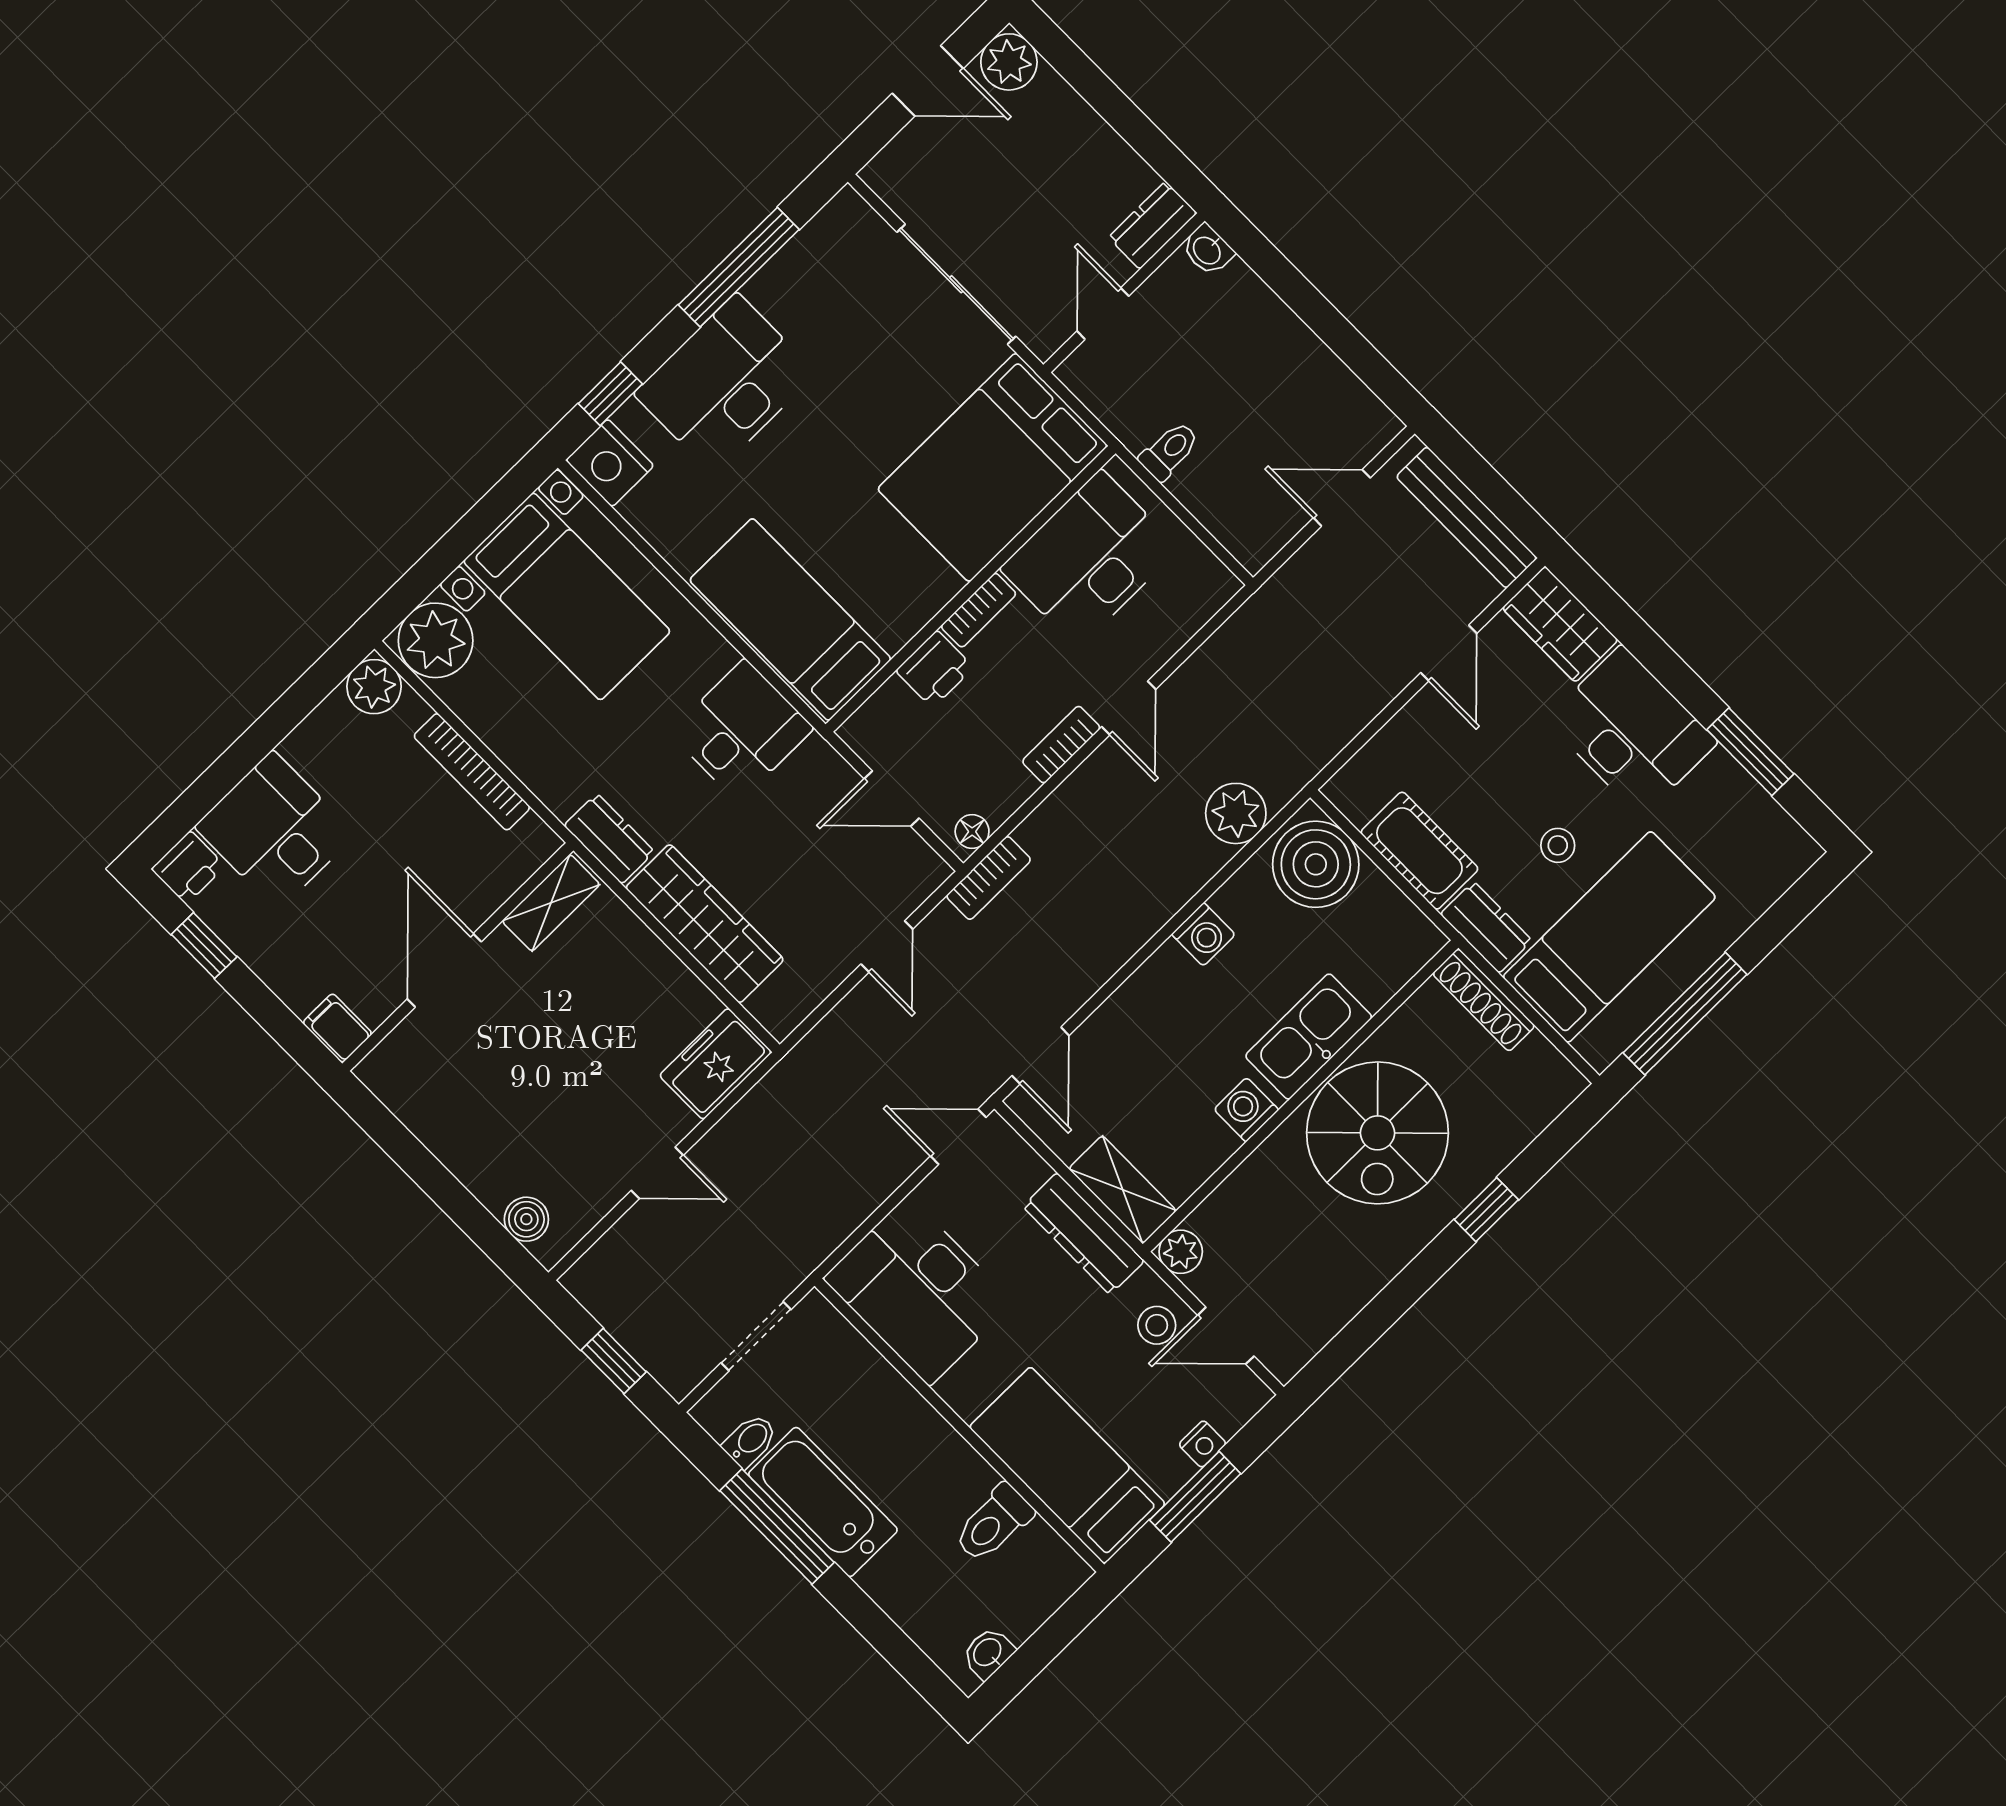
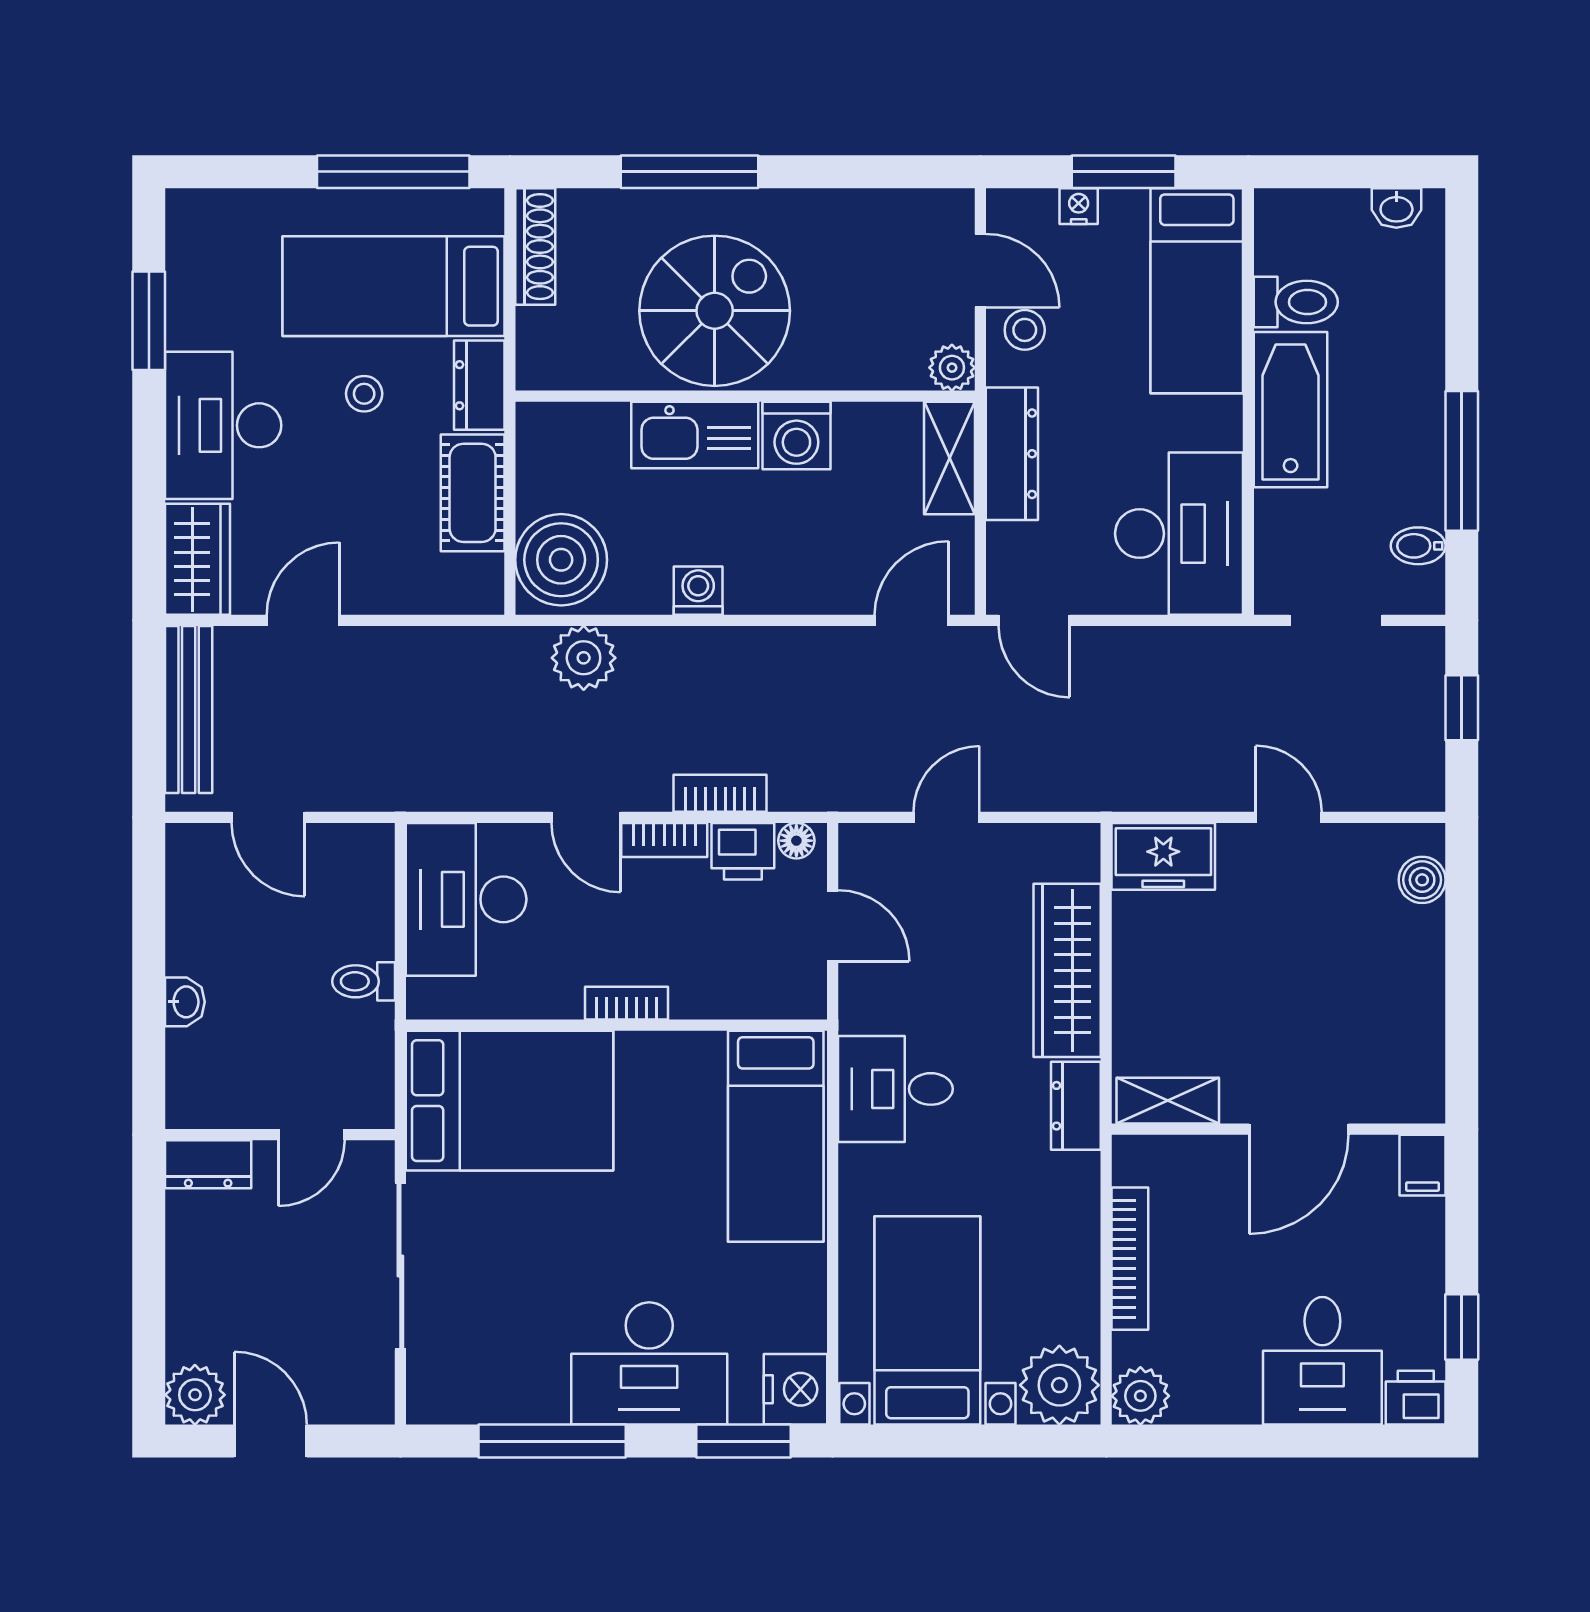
washbasin: (1208, 250) -> (185, 1002), moved
window: (610, 394) -> (744, 1441), width x1.50
desk: (1089, 558) -> (466, 899), moved, turned 90
printer: (935, 669) -> (743, 851), moved, turned 180
door: (1129, 708) -> (586, 817), swing flipped
bookcase: (989, 878) -> (720, 793), moved
shoe rack: (1484, 1000) -> (535, 247), moved
washing machine: (1246, 1110) -> (796, 435), width x1.38, depth x1.38
window: (1486, 1210) -> (689, 172), width x2.17
bathtub: (823, 1502) -> (1291, 410), moved, turned 180

